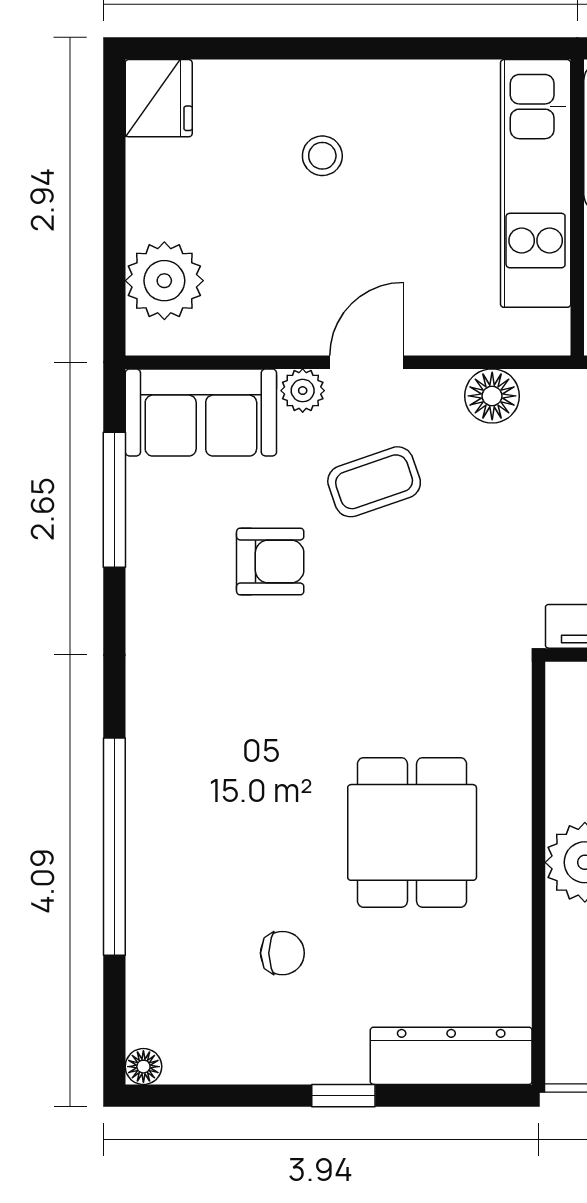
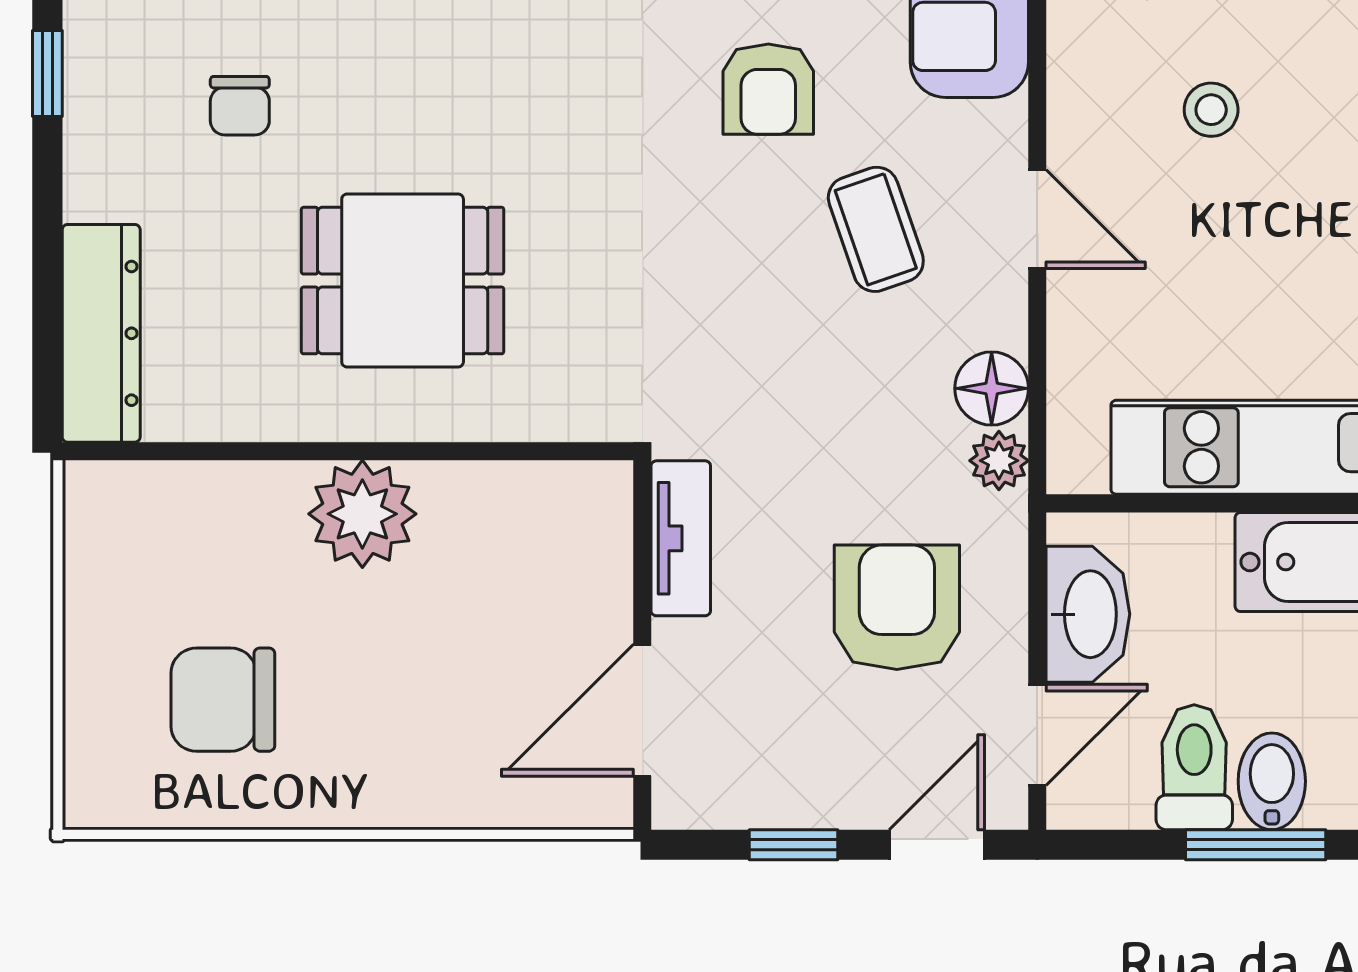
stool: (322, 156) -> (1211, 110), moved
plant: (303, 391) -> (999, 461), moved
window: (343, 1096) -> (47, 73), moved

